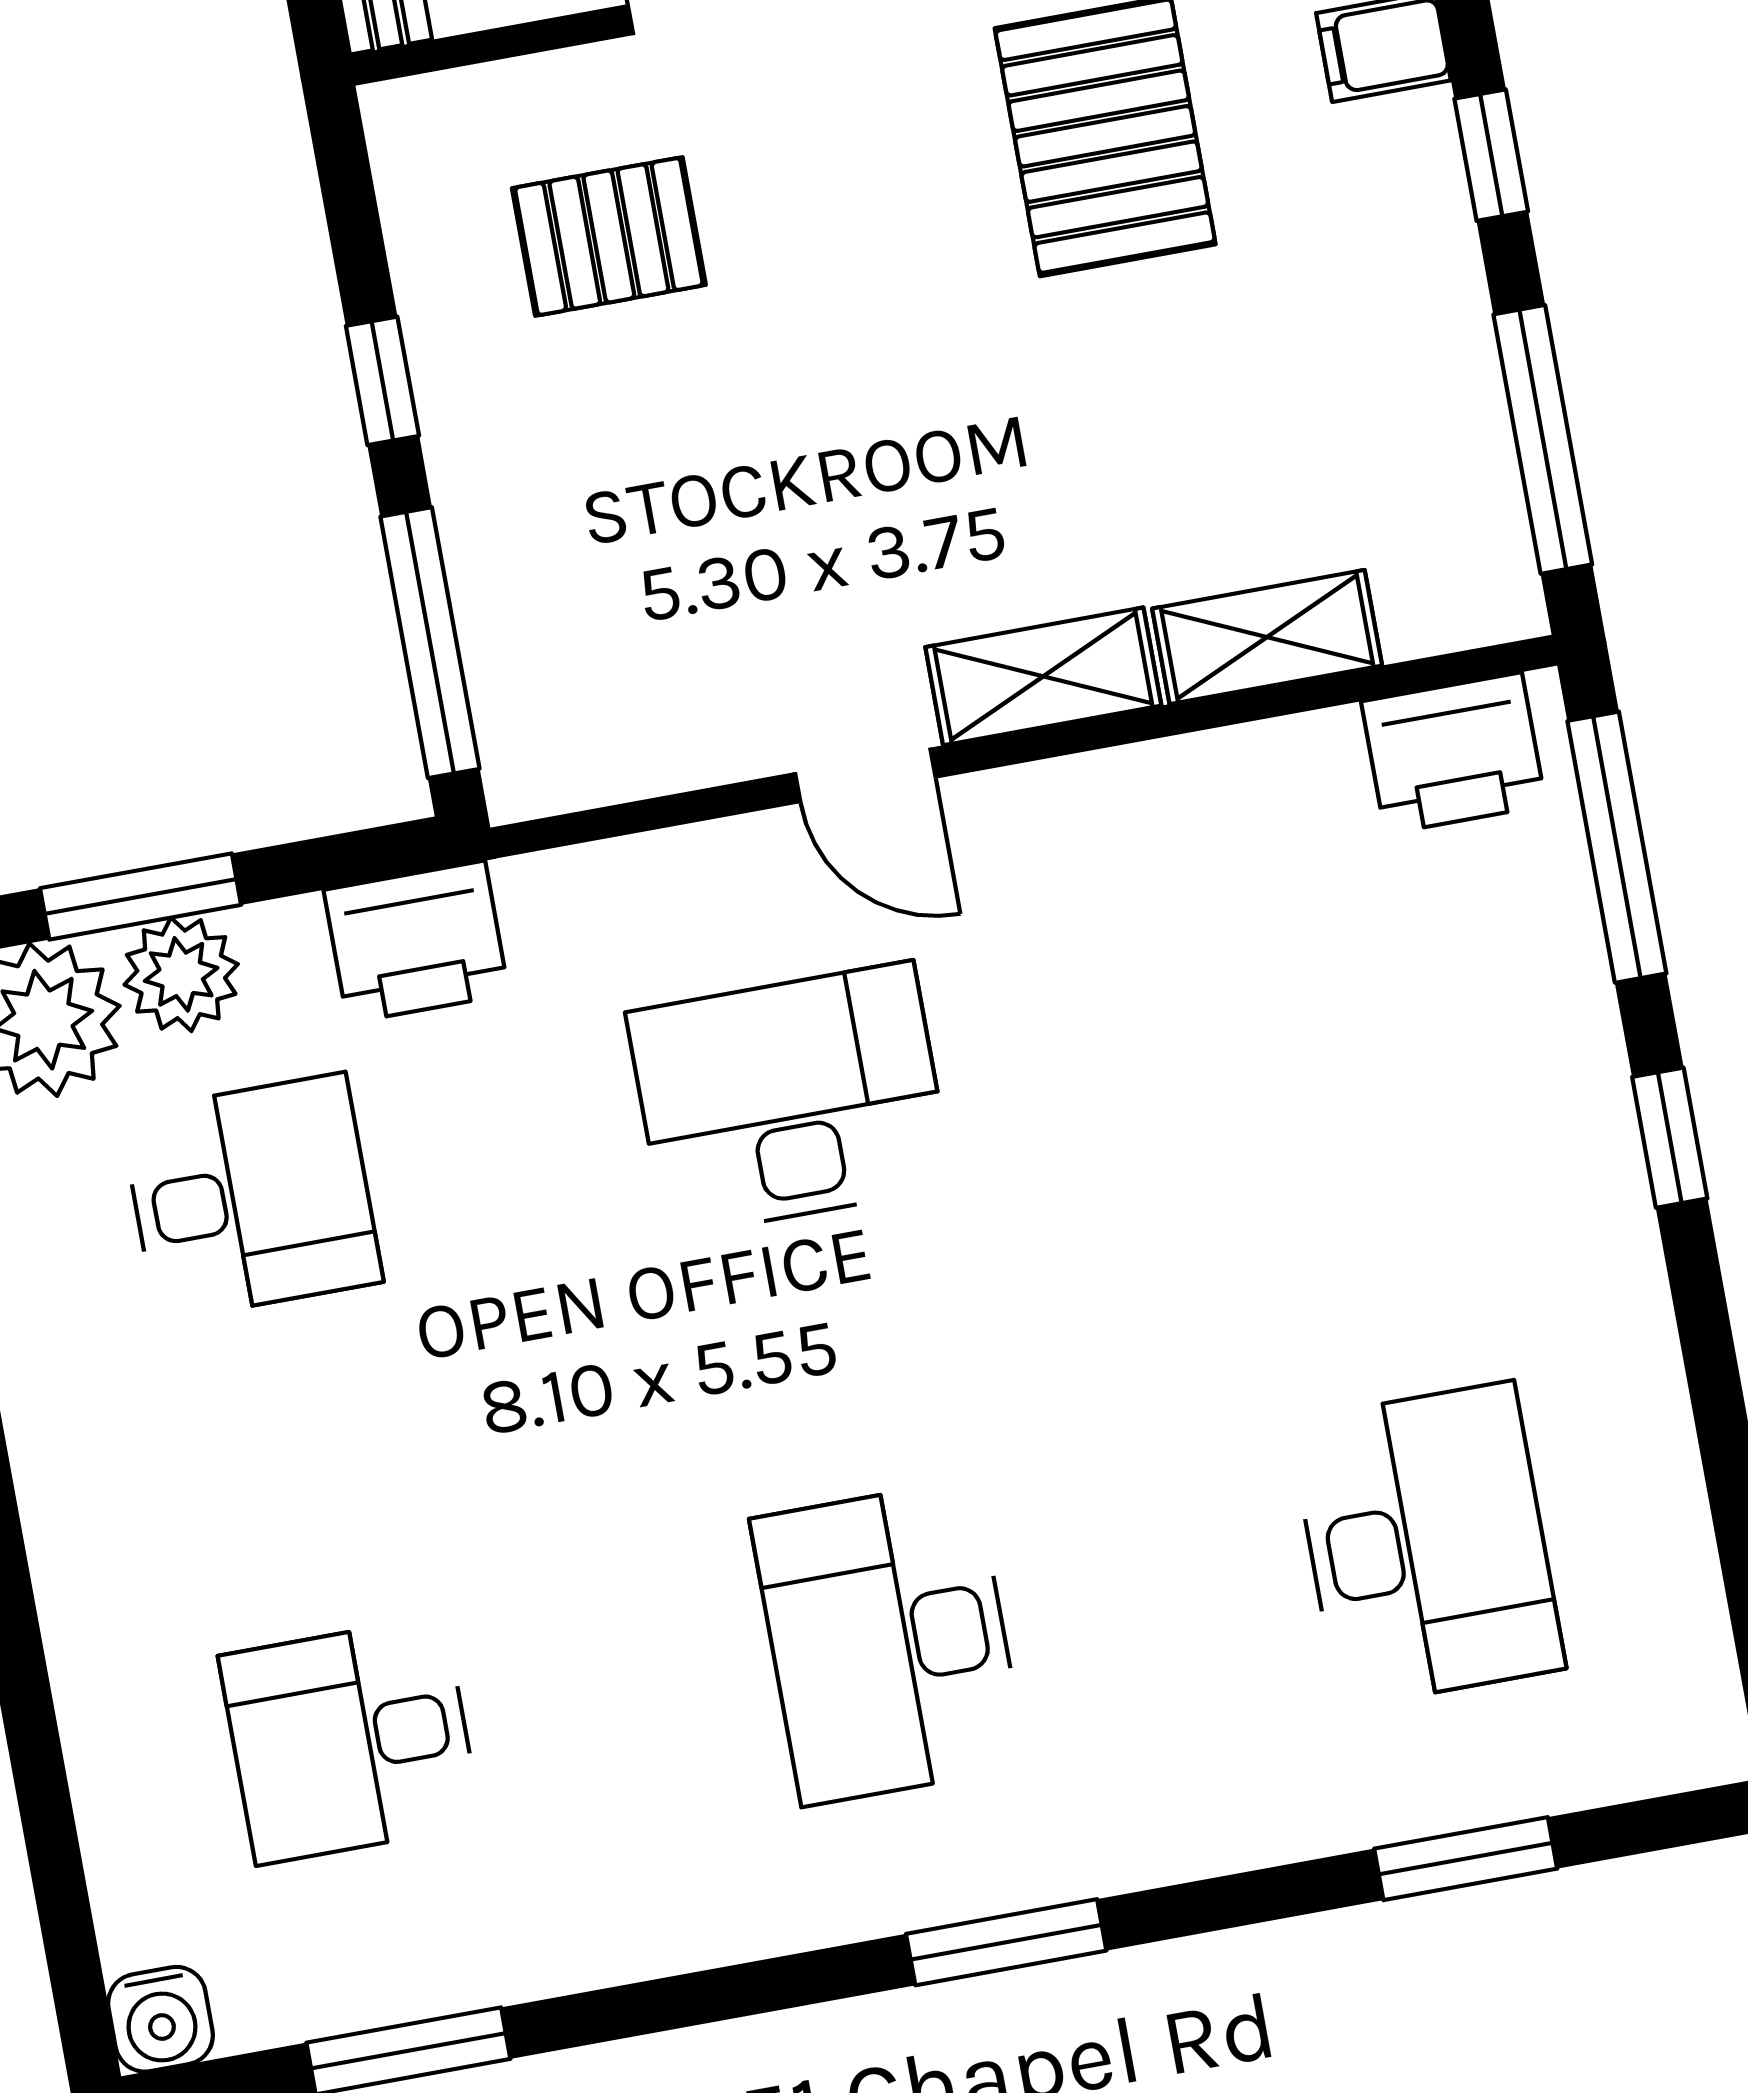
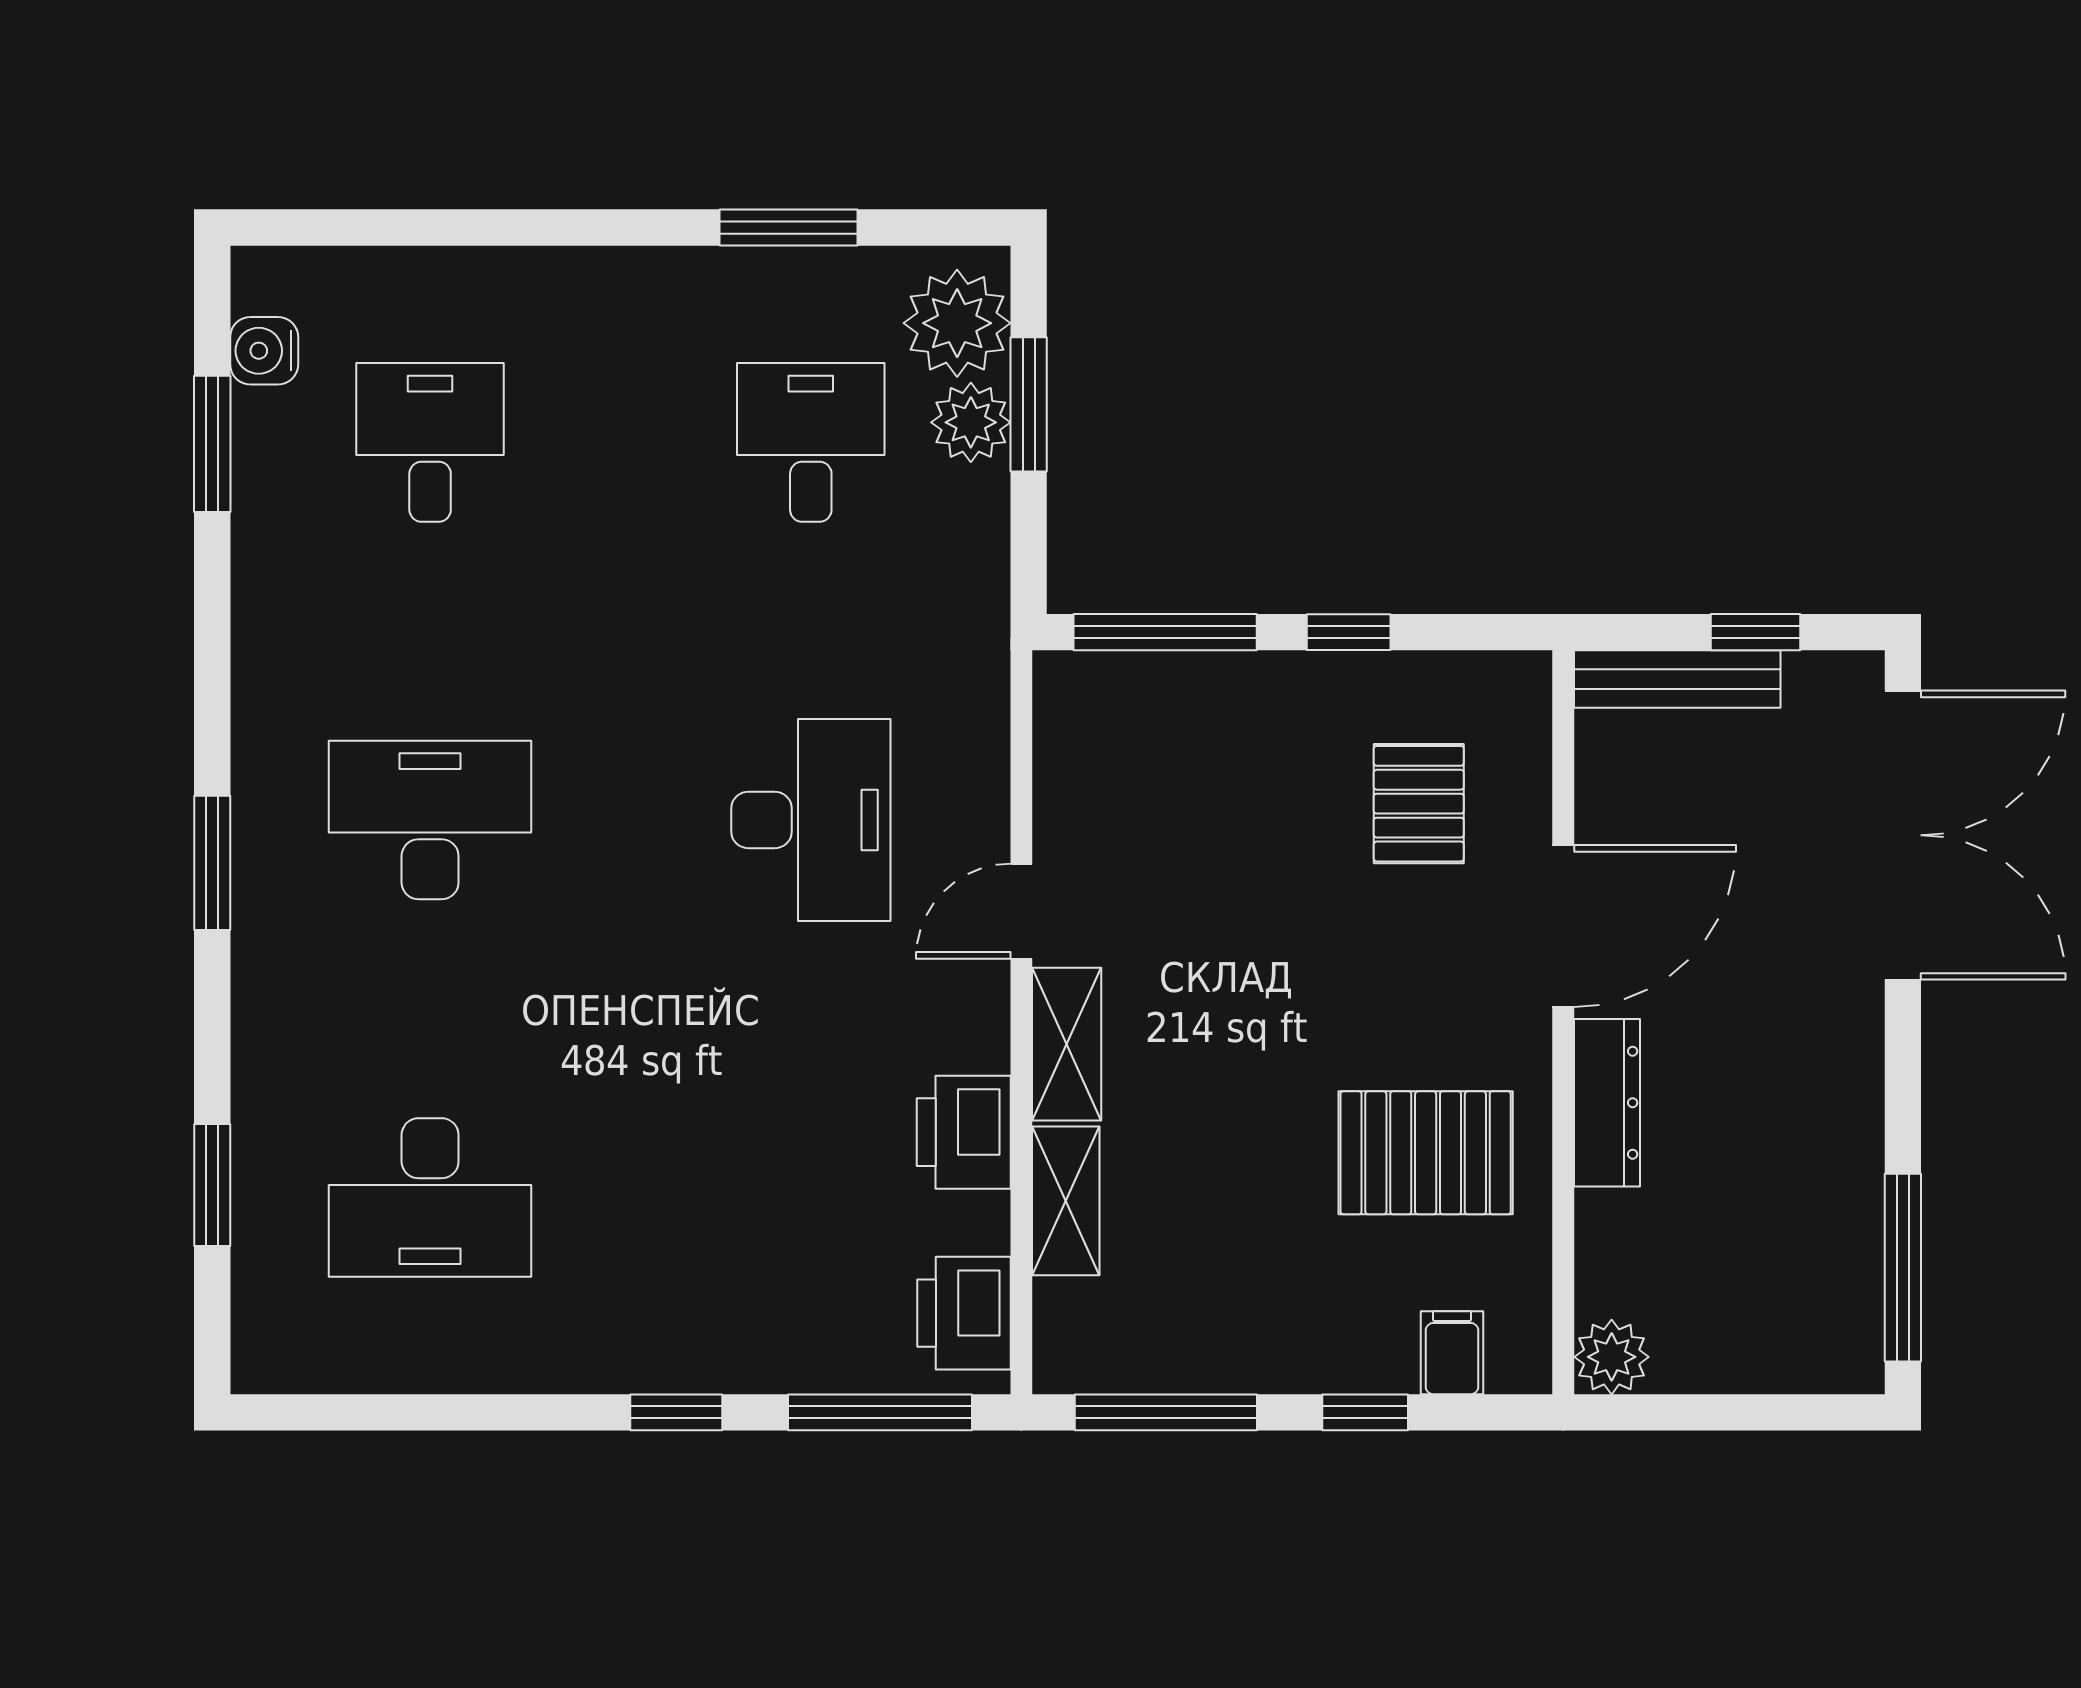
printer: (416, 942) -> (964, 1132), moved
desk: (251, 1197) -> (811, 442), turned 180
water cooler: (161, 2019) -> (264, 351), moved

